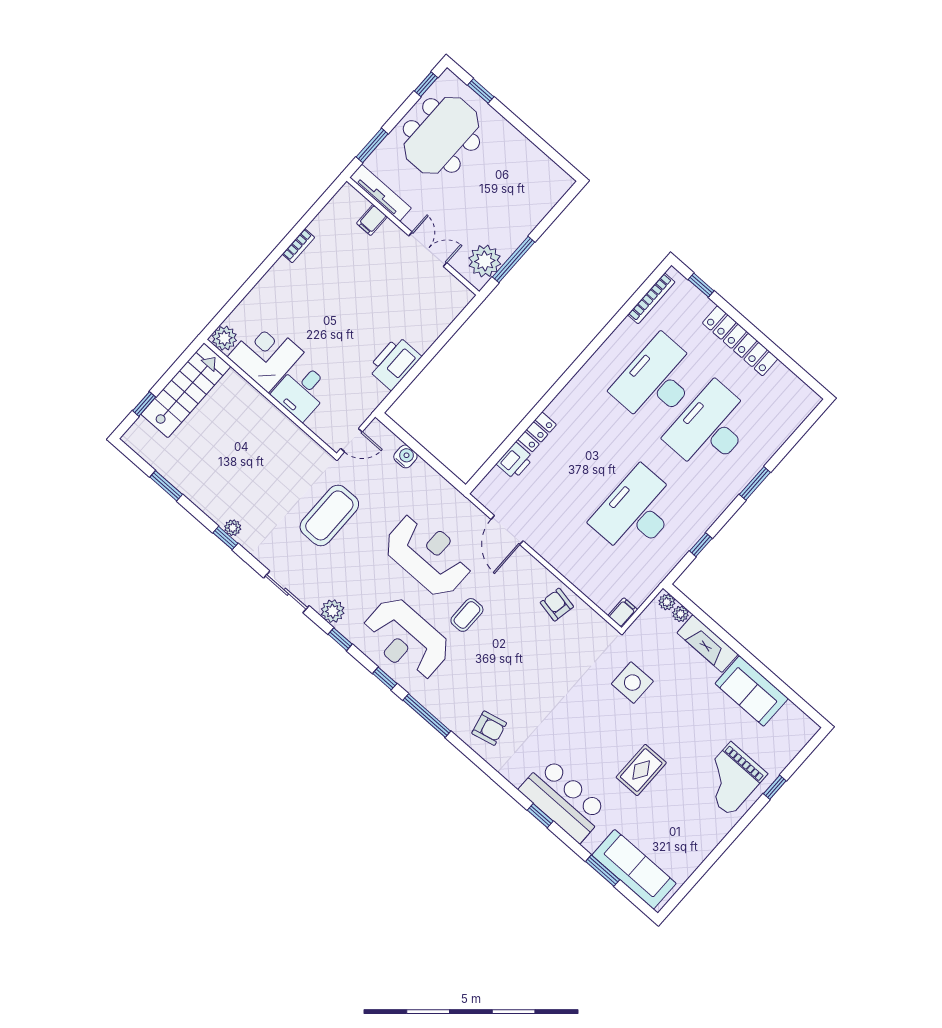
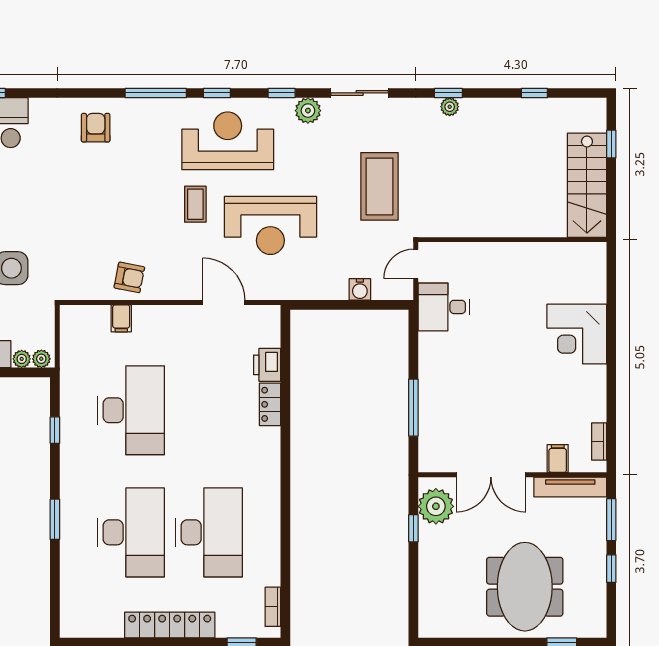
window: (426, 84) -> (611, 569), moved
meeting table: (441, 135) -> (525, 587), moved
bookcase: (298, 246) -> (599, 442), moved
double door: (428, 249) -> (491, 475), width x1.37
window: (514, 260) -> (413, 528), width x0.46
bookcase: (651, 298) -> (273, 607), width x0.64
plant: (224, 338) -> (593, 256), removed
window: (440, 343) -> (413, 408), added
corner desk: (266, 355) -> (577, 334), moved, turned 90
printer: (394, 363) -> (436, 358), removed
desk: (301, 391) -> (444, 307), moved, turned -90
window: (166, 486) -> (534, 93), width x0.67
filing cabinet: (623, 613) -> (121, 318), moved
armchair: (489, 728) -> (96, 128), turned 103

